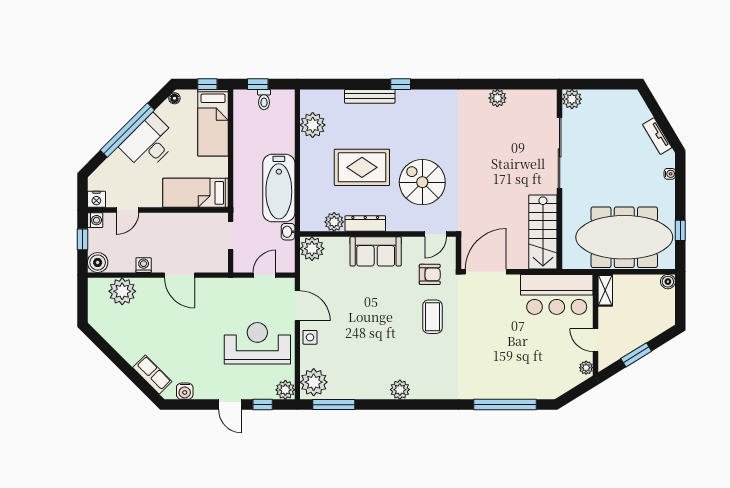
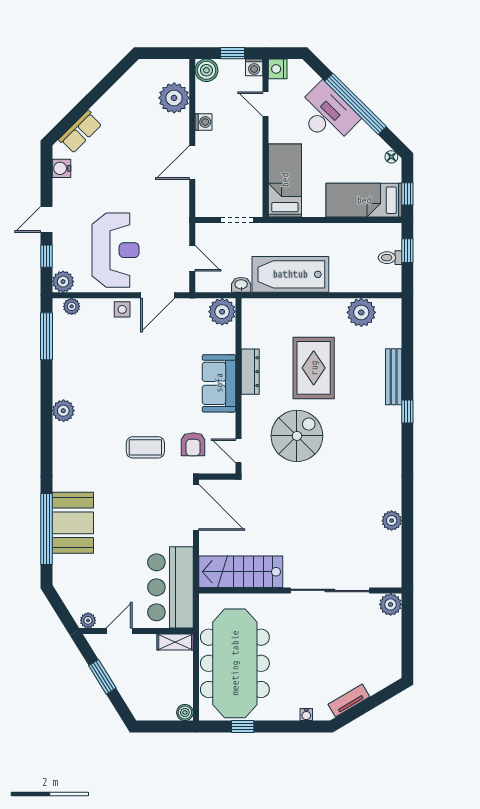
desk: (149, 143) -> (327, 114), moved
plant: (334, 222) -> (252, 337), removed
booth: (499, 381) -> (73, 523), added
plant: (314, 382) -> (72, 306), width x0.53, depth x0.53

